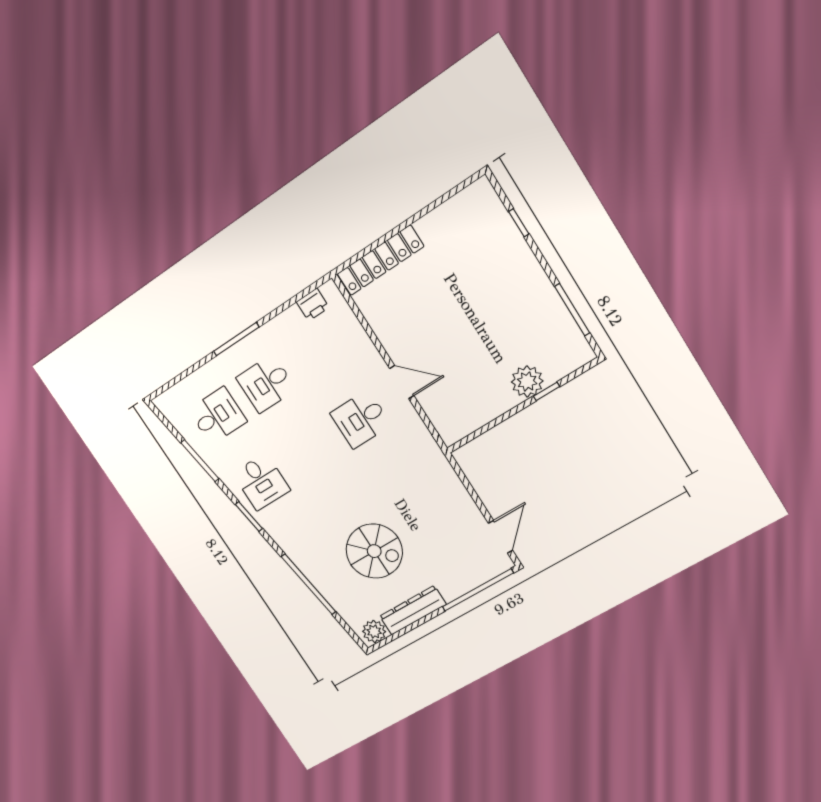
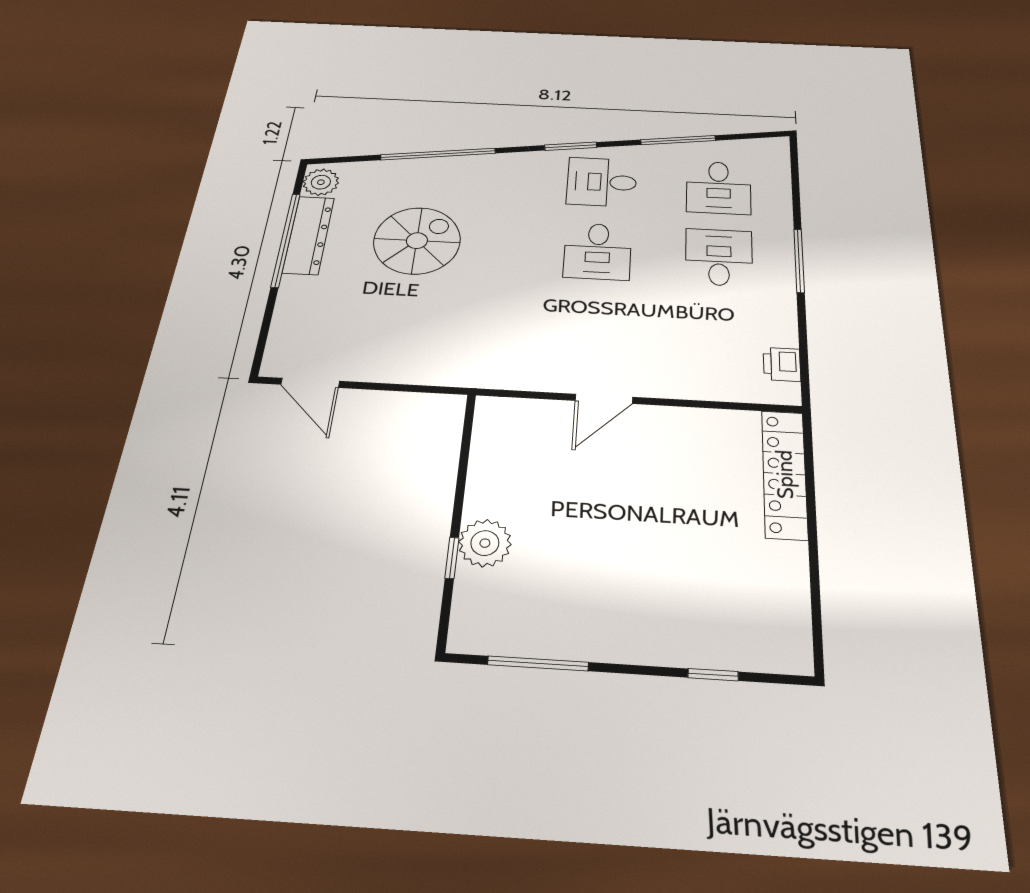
desk: (361, 419) -> (598, 251), moved, turned 180
spiral stairs: (374, 551) -> (417, 241), turned 180
window: (478, 590) -> (286, 240), moved

